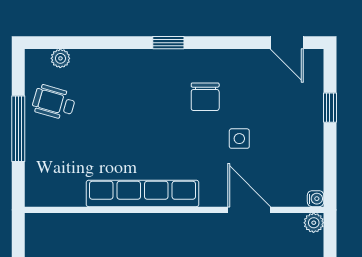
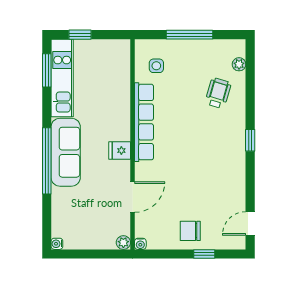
chair: (205, 97) -> (190, 231), moved
wheelchair: (54, 102) -> (218, 93), moved
side table: (239, 139) -> (156, 66), moved
fridge: (183, 228) -> (120, 151), added

